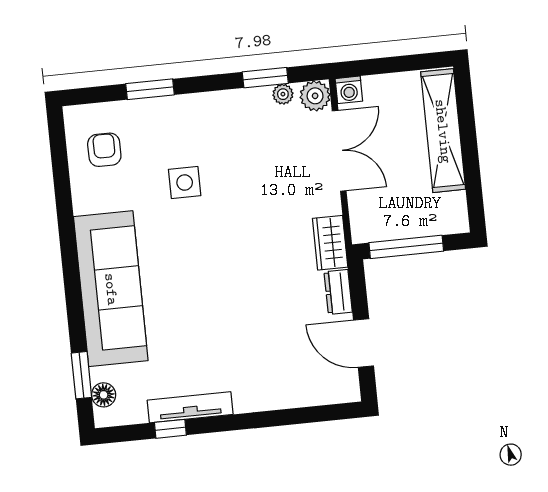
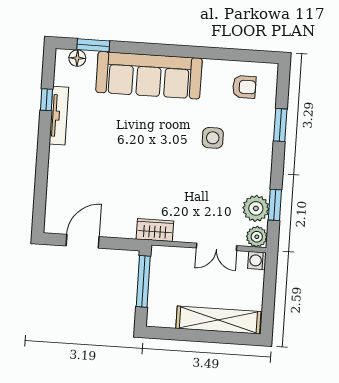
plant: (283, 94) -> (256, 208), width x1.87, depth x1.87
double door: (339, 151) -> (217, 247), width x0.73
dresser: (338, 292) -> (120, 230), removed

